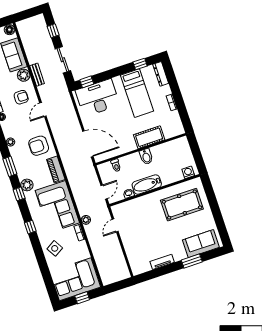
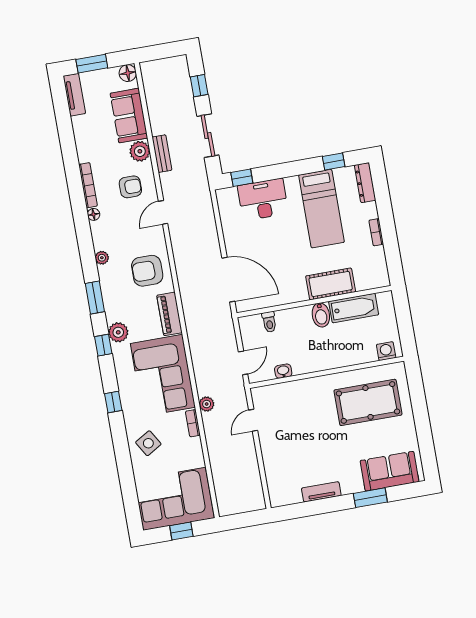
desk: (98, 98) -> (263, 200), width x0.73, depth x0.77
bathtub: (147, 185) -> (354, 308), moved, turned 180

